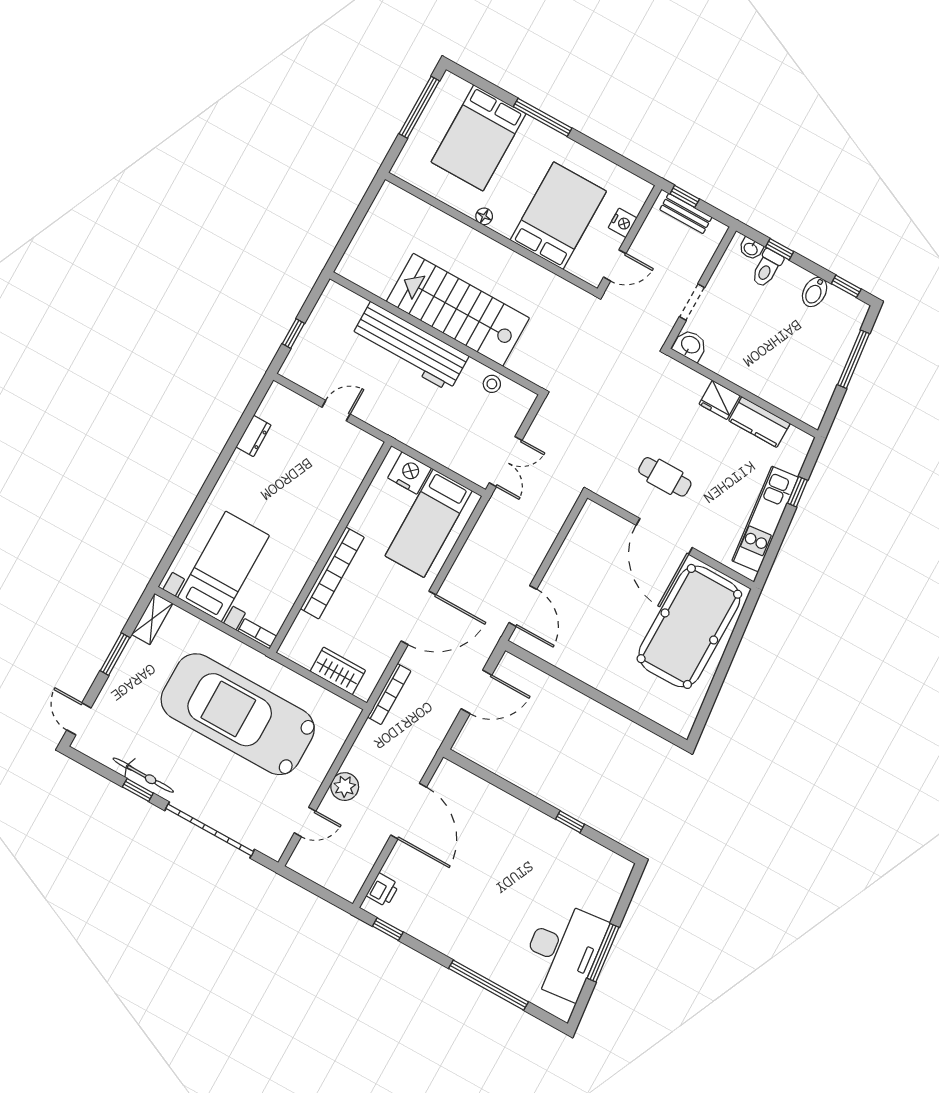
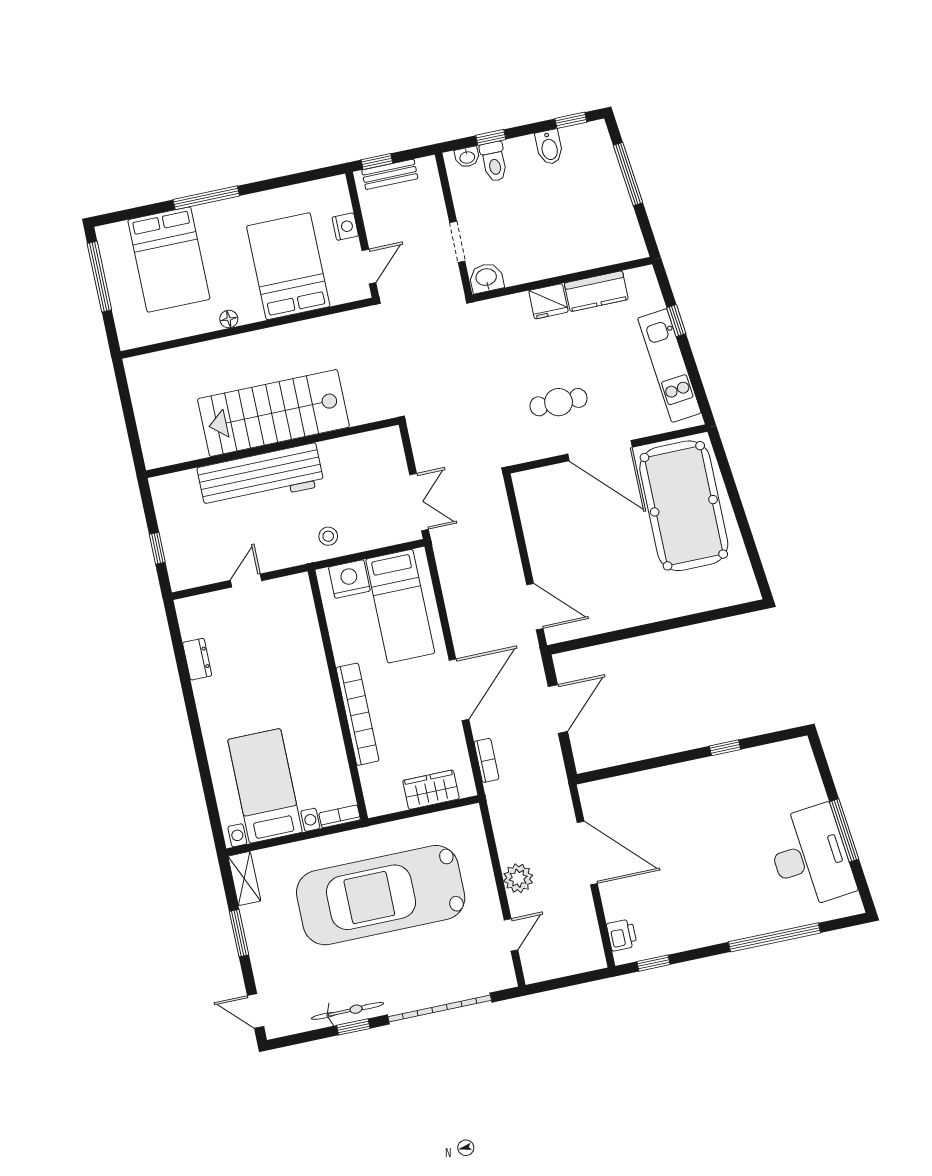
stool: (492, 384) -> (328, 536), moved
bookcase: (389, 694) -> (486, 760), width x0.64

